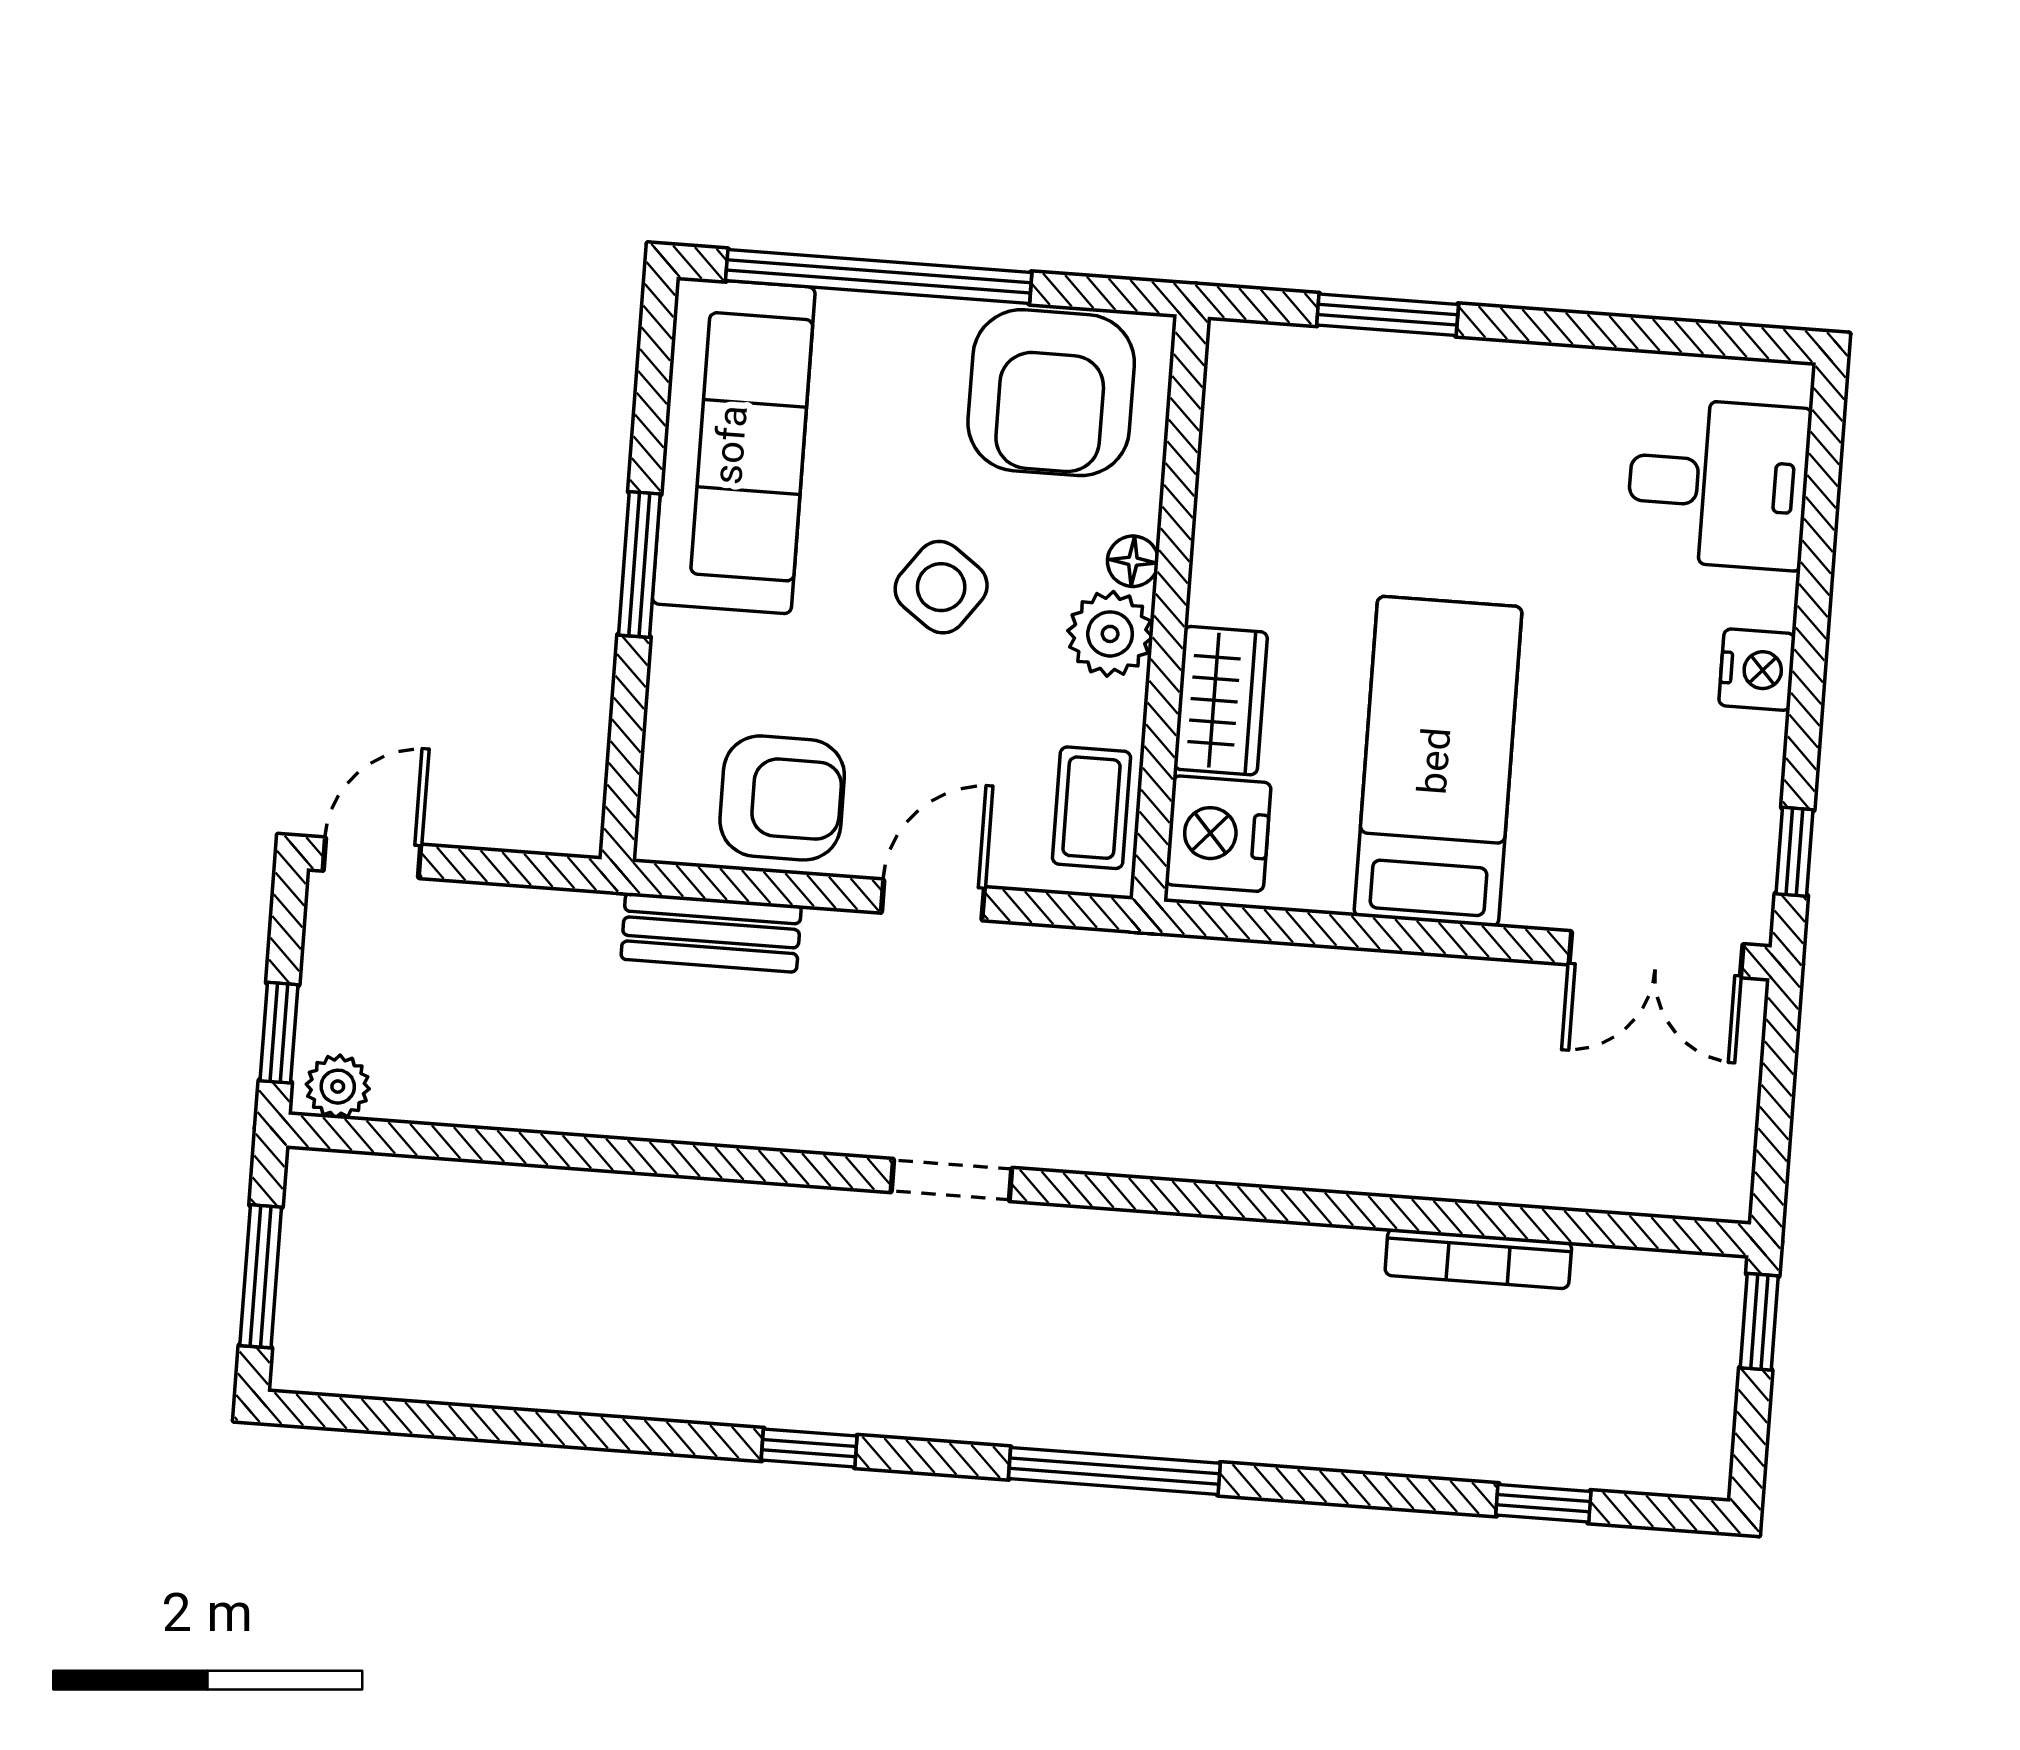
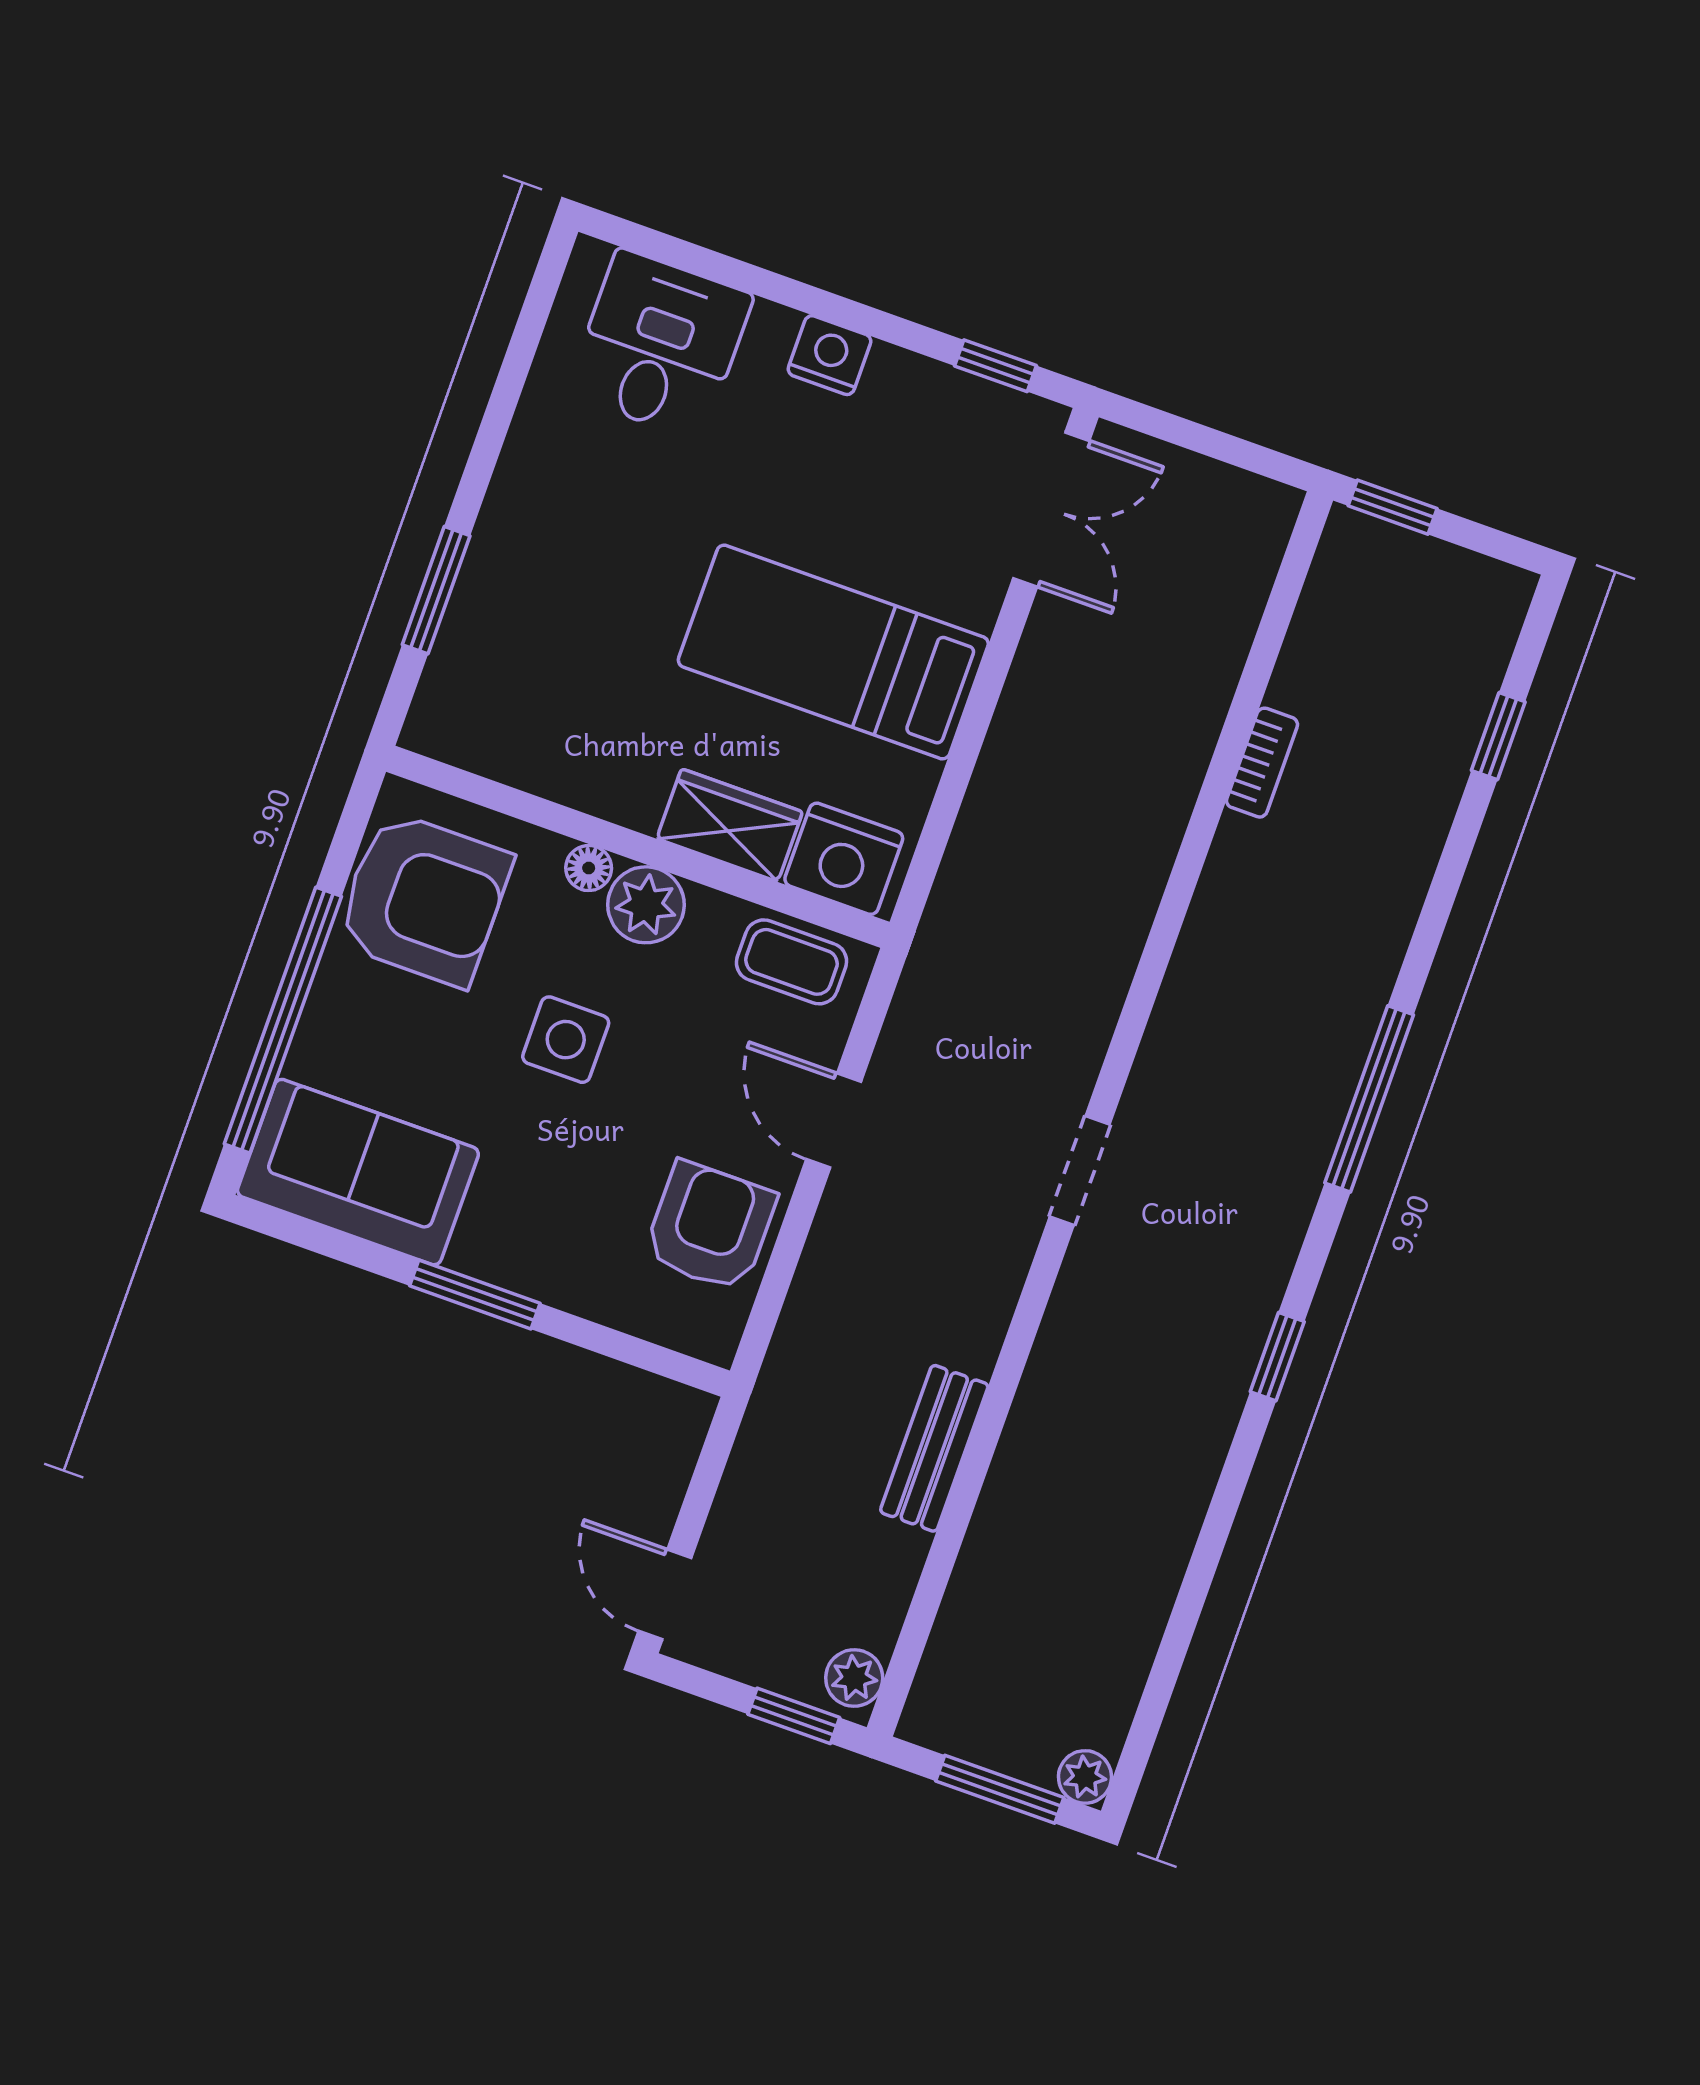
sofa: (734, 445) -> (358, 1172), width x0.73
side table: (941, 587) -> (566, 1040), turned -36
bench: (711, 932) -> (934, 1448), moved
bookcase: (1478, 1259) -> (1262, 763), width x0.64
plant: (299, 1365) -> (1085, 1777), added

